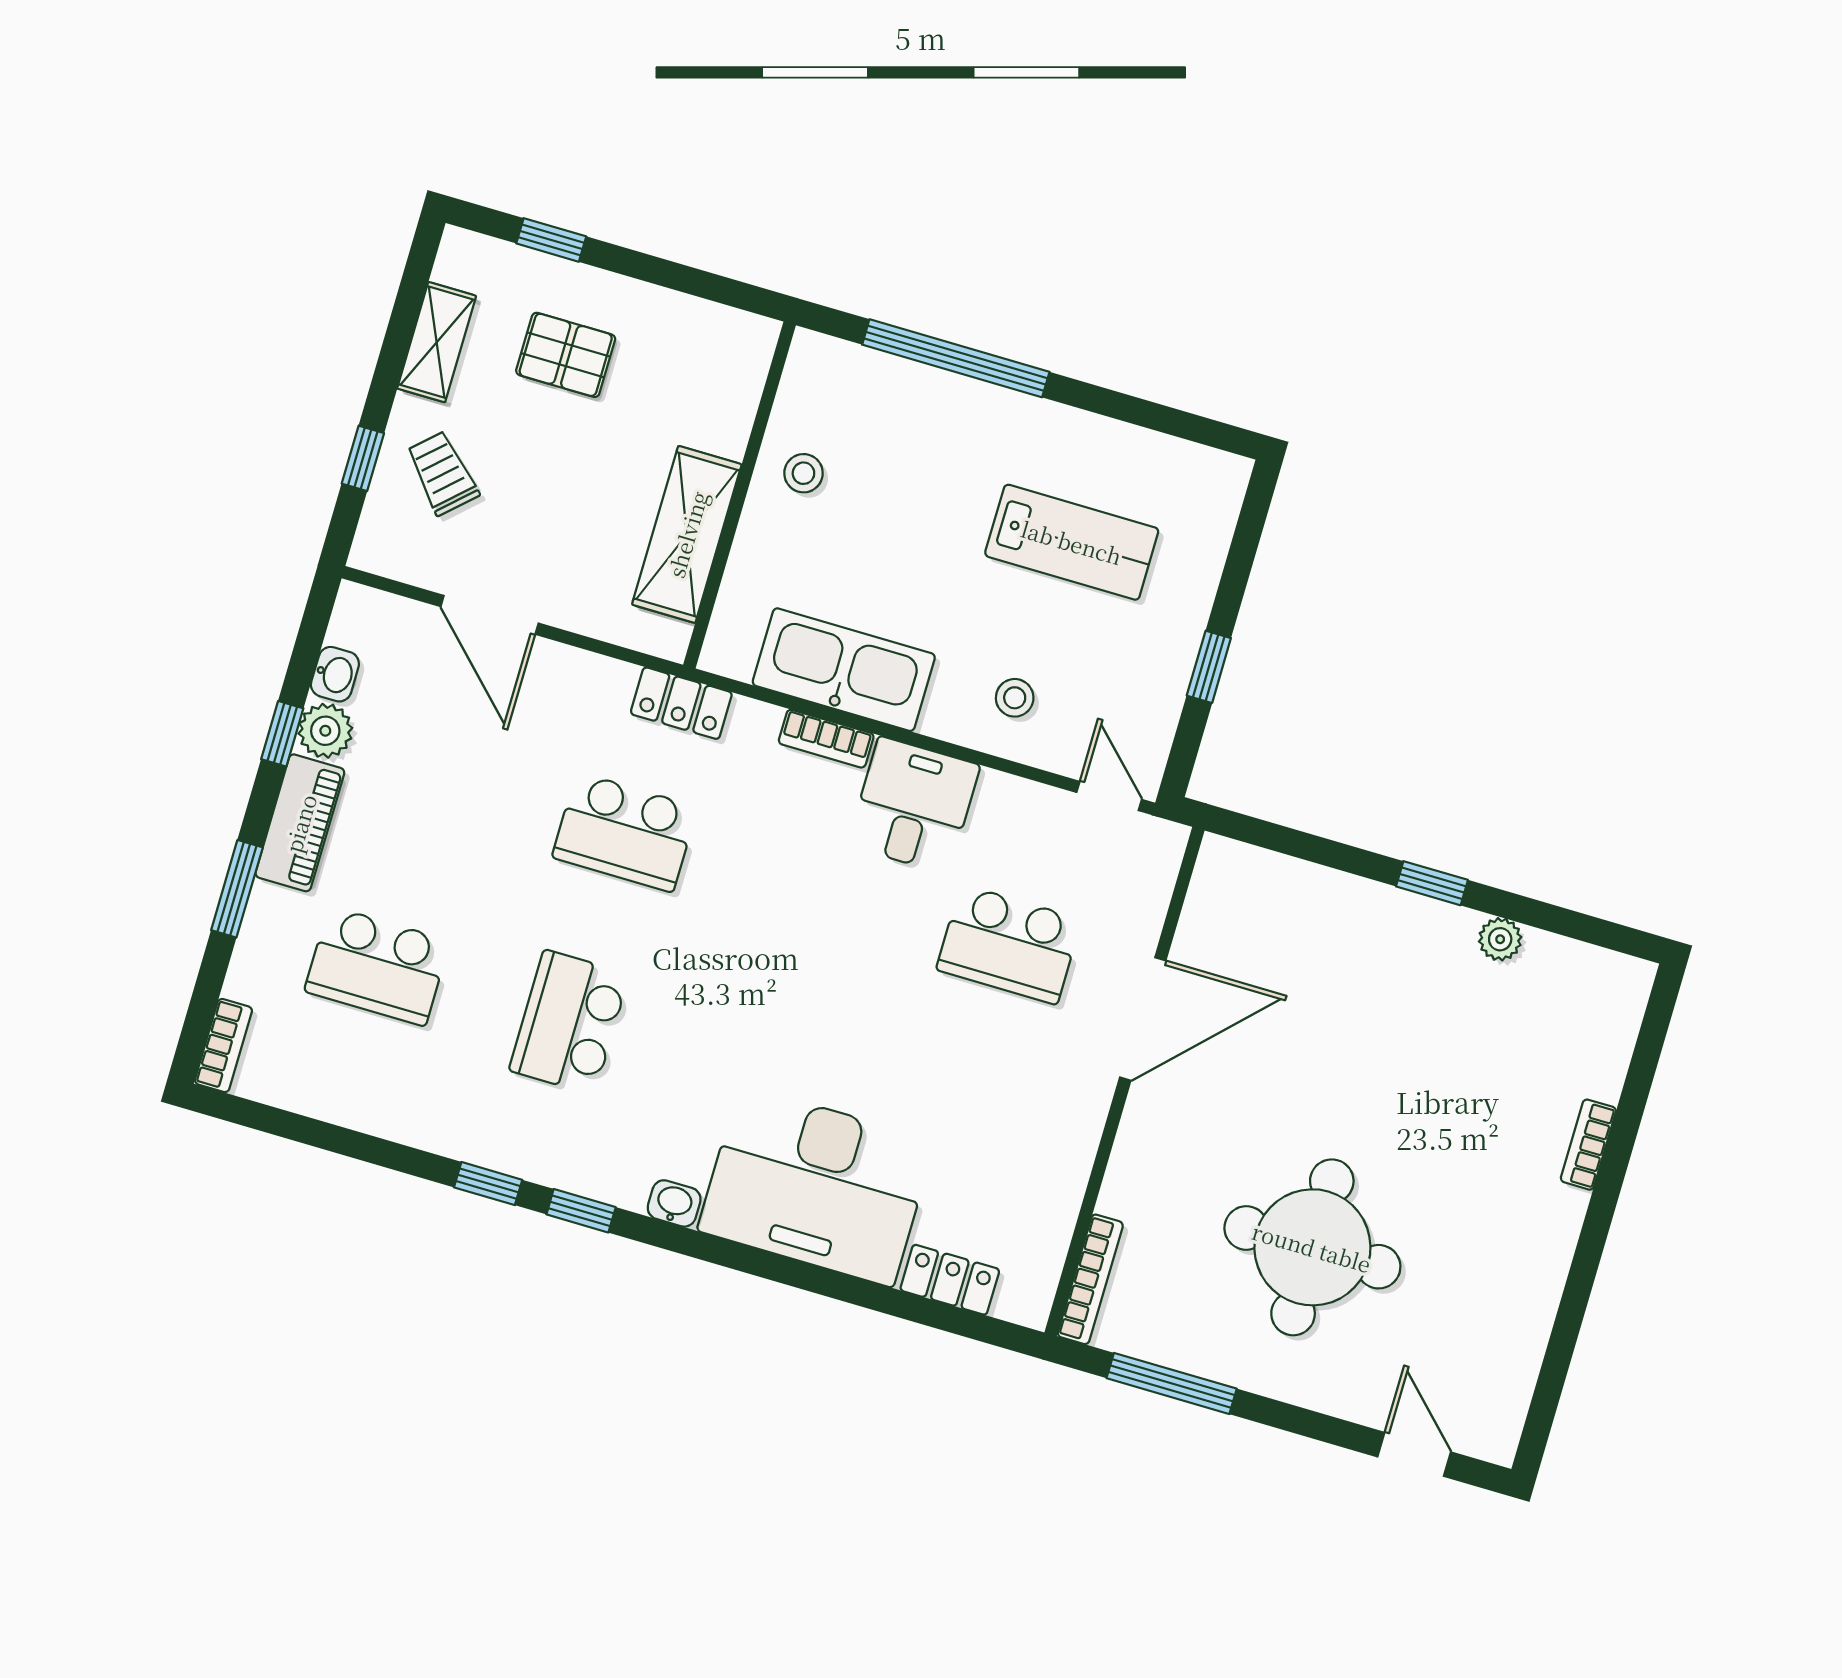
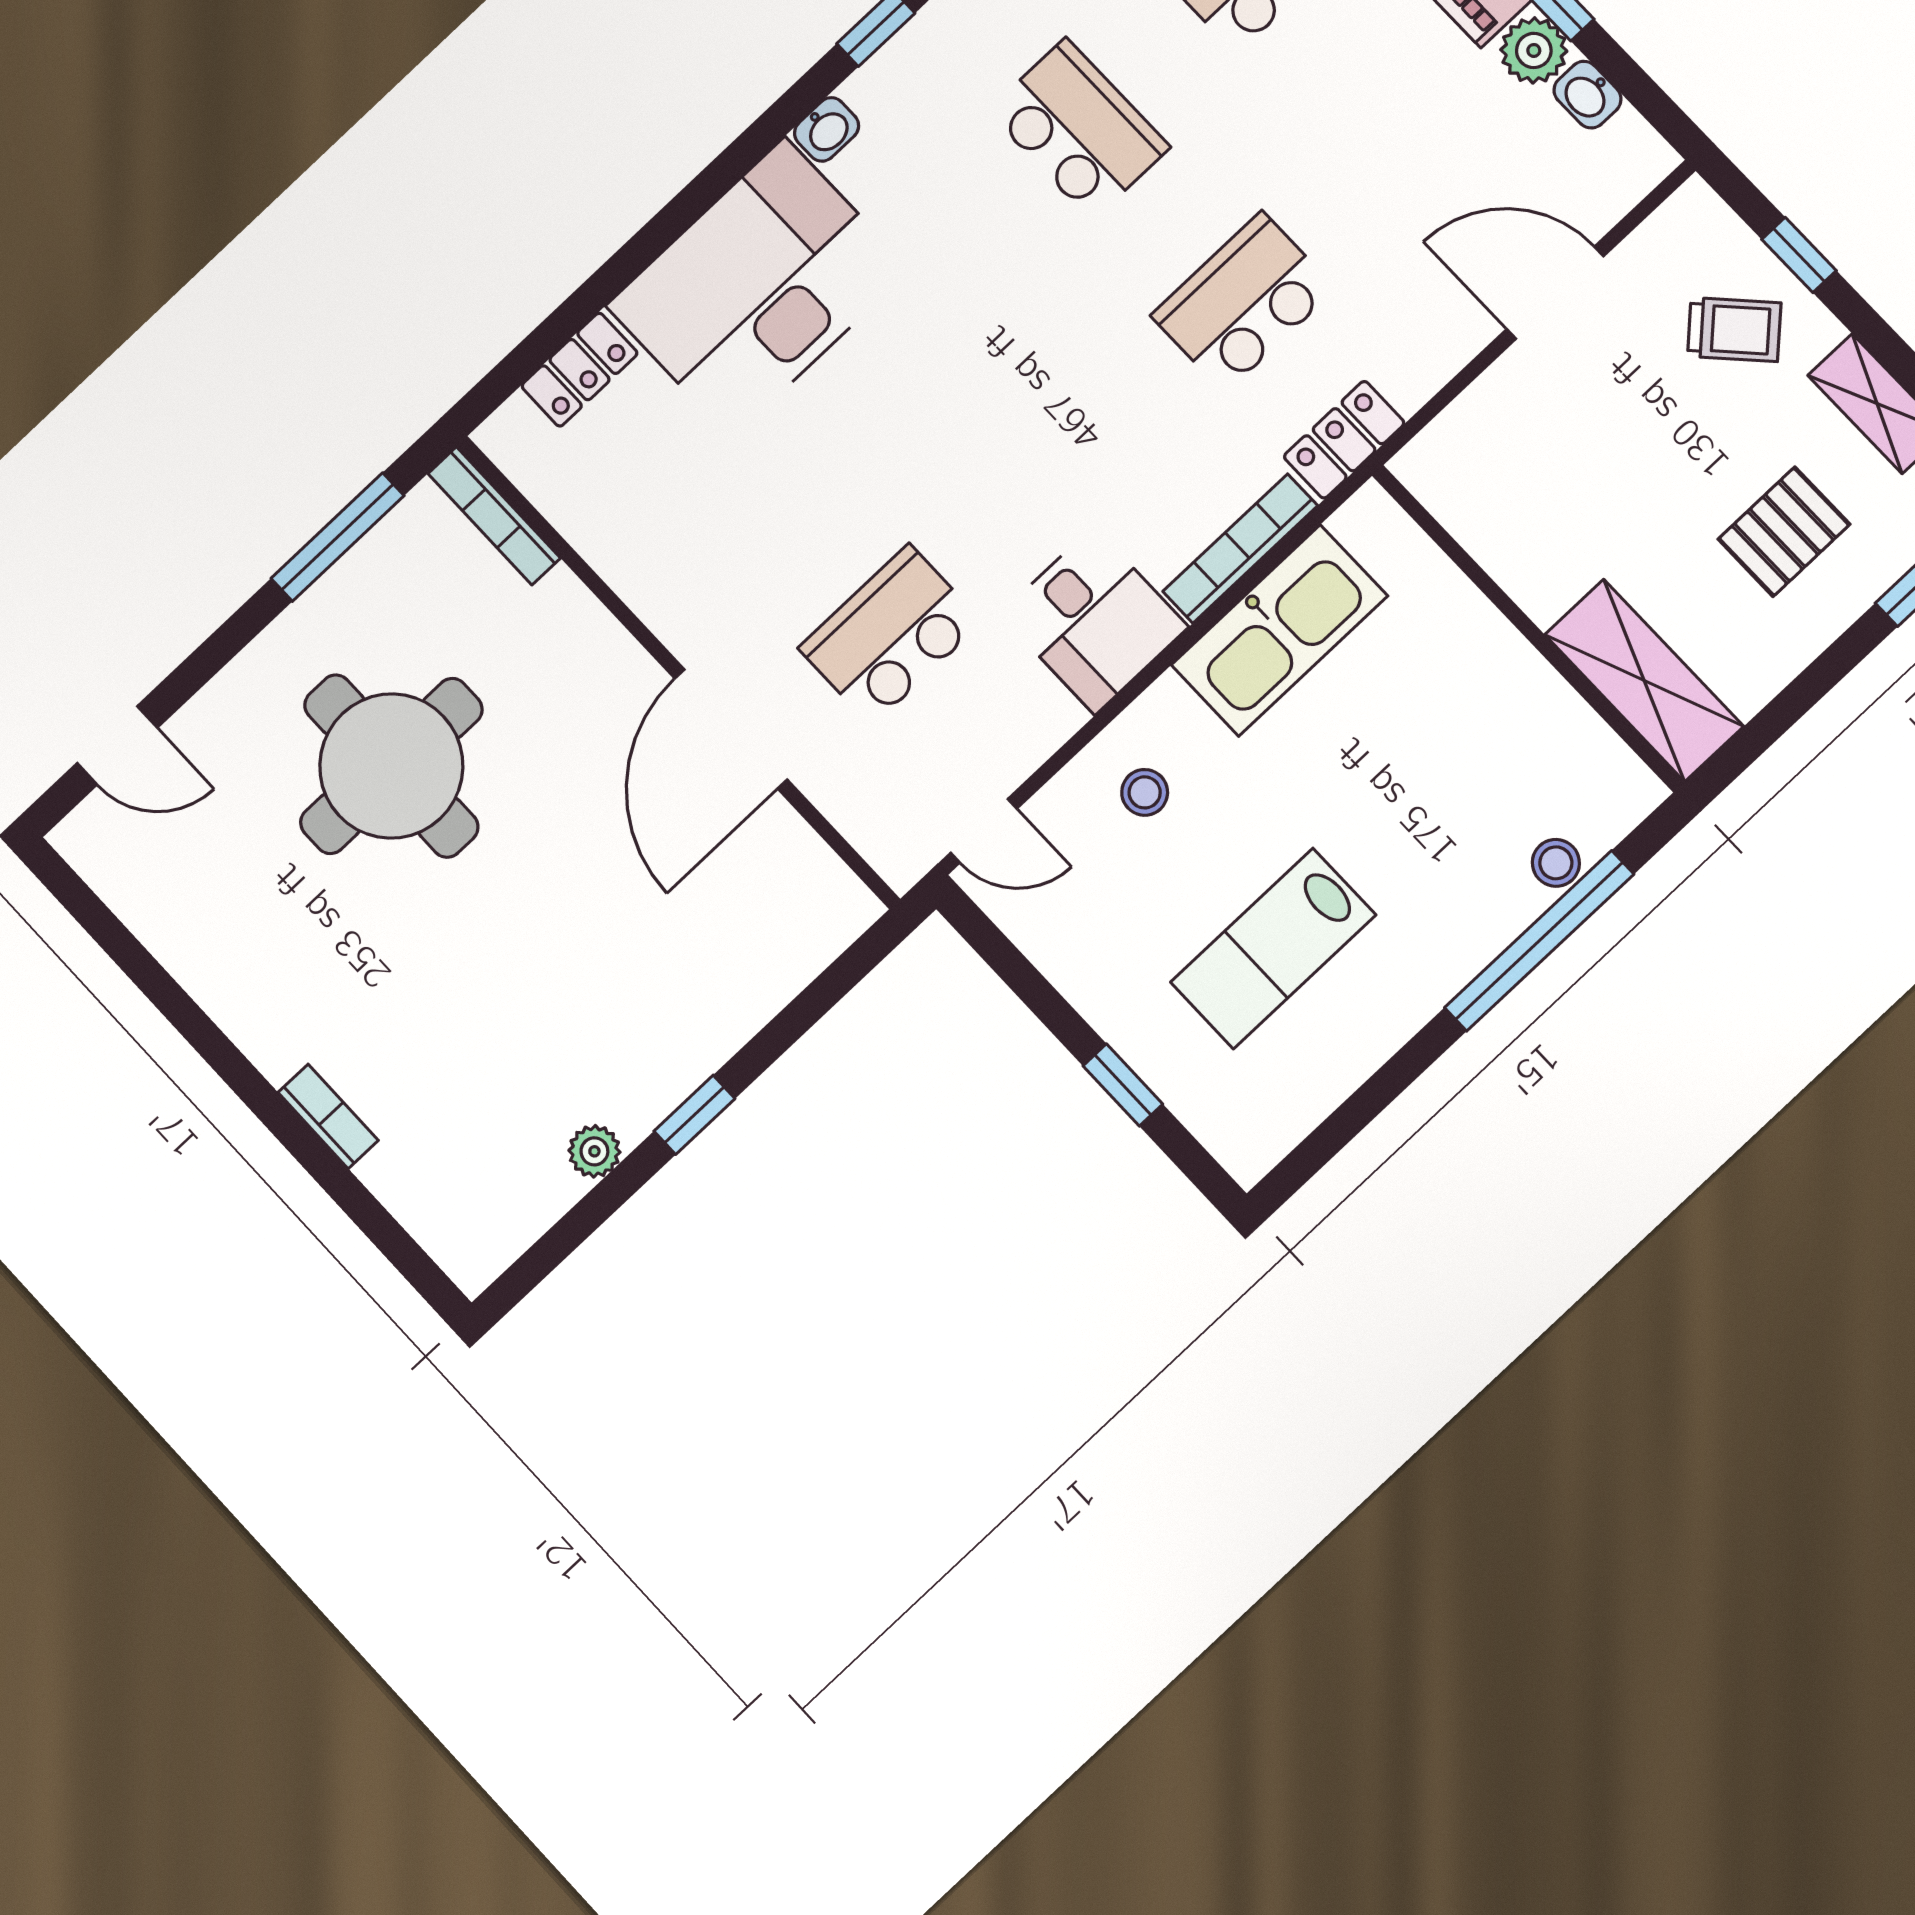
stool: (803, 473) -> (1556, 863), moved
shelving: (687, 534) -> (1644, 680), moved
window: (1209, 667) -> (1123, 1085), moved
bookcase: (826, 739) -> (1240, 549), width x1.56

